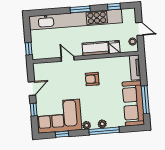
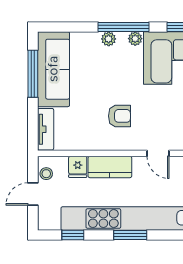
door: (139, 29) -> (33, 194), hinge flipped
window: (104, 131) -> (124, 27), moved

